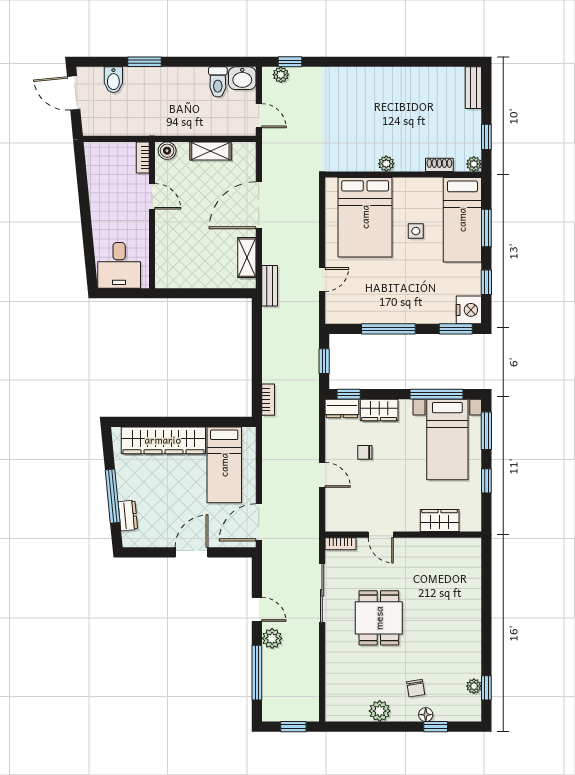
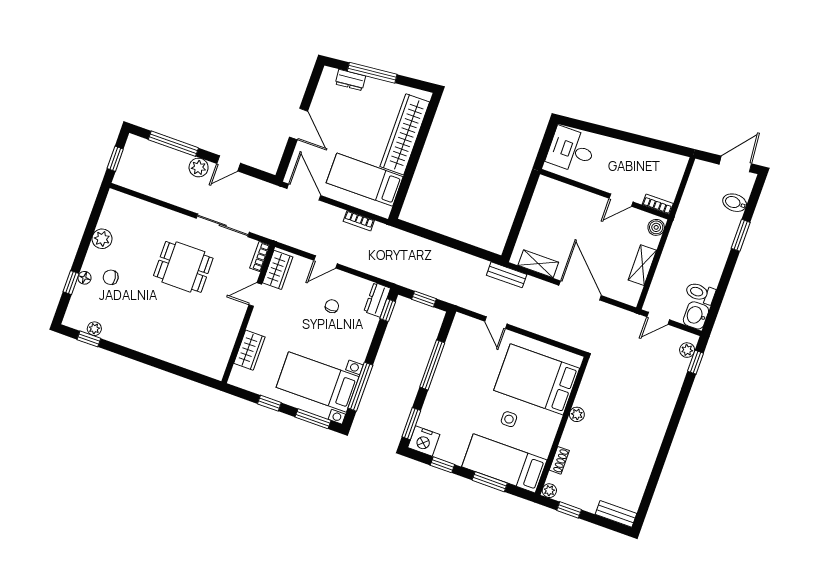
bookcase: (268, 400) -> (359, 221), moved
wardrobe: (379, 410) -> (278, 270), moved, turned 180

